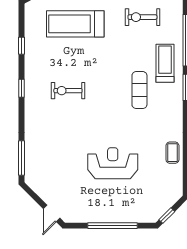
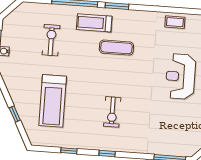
exercise bike: (142, 17) -> (51, 40), turned 180

